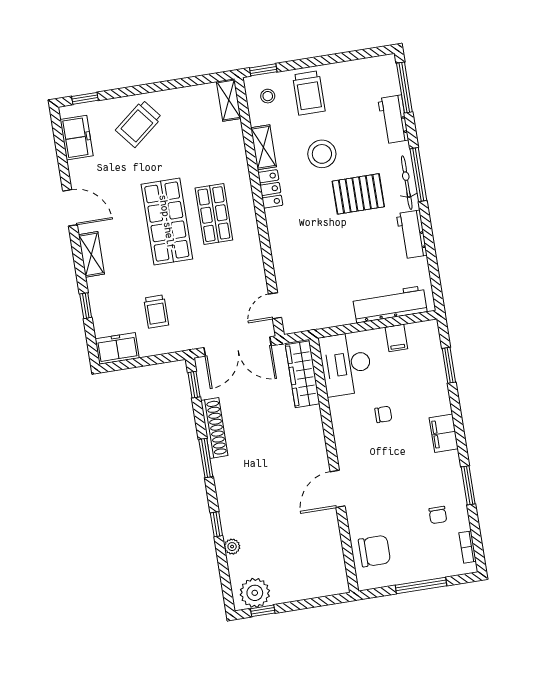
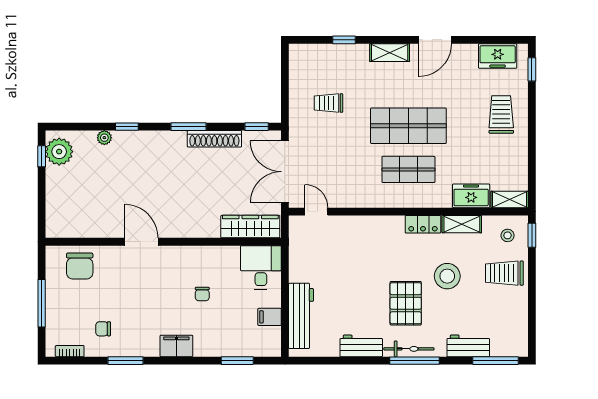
trolley: (139, 124) -> (501, 114), turned 39
freezer: (117, 348) -> (471, 196), moved, turned -90
desk: (346, 364) -> (261, 267), width x0.73

